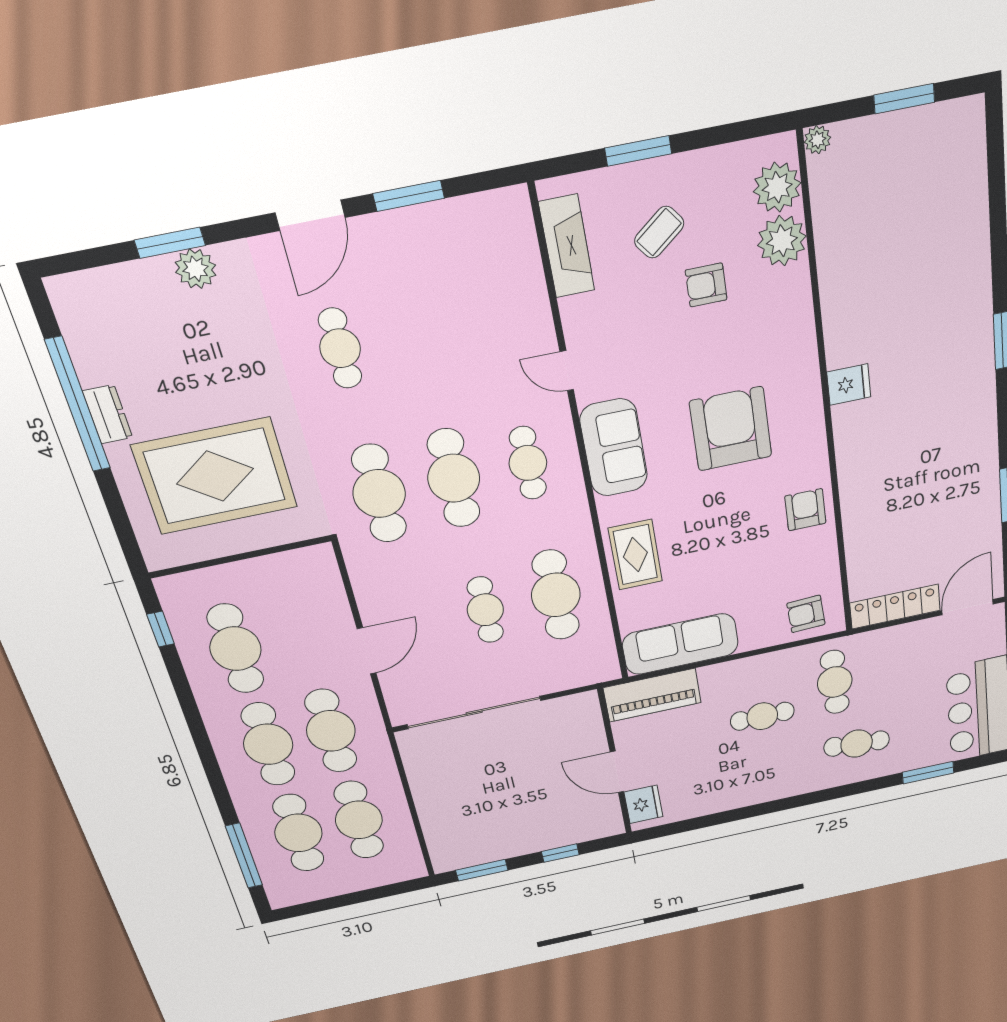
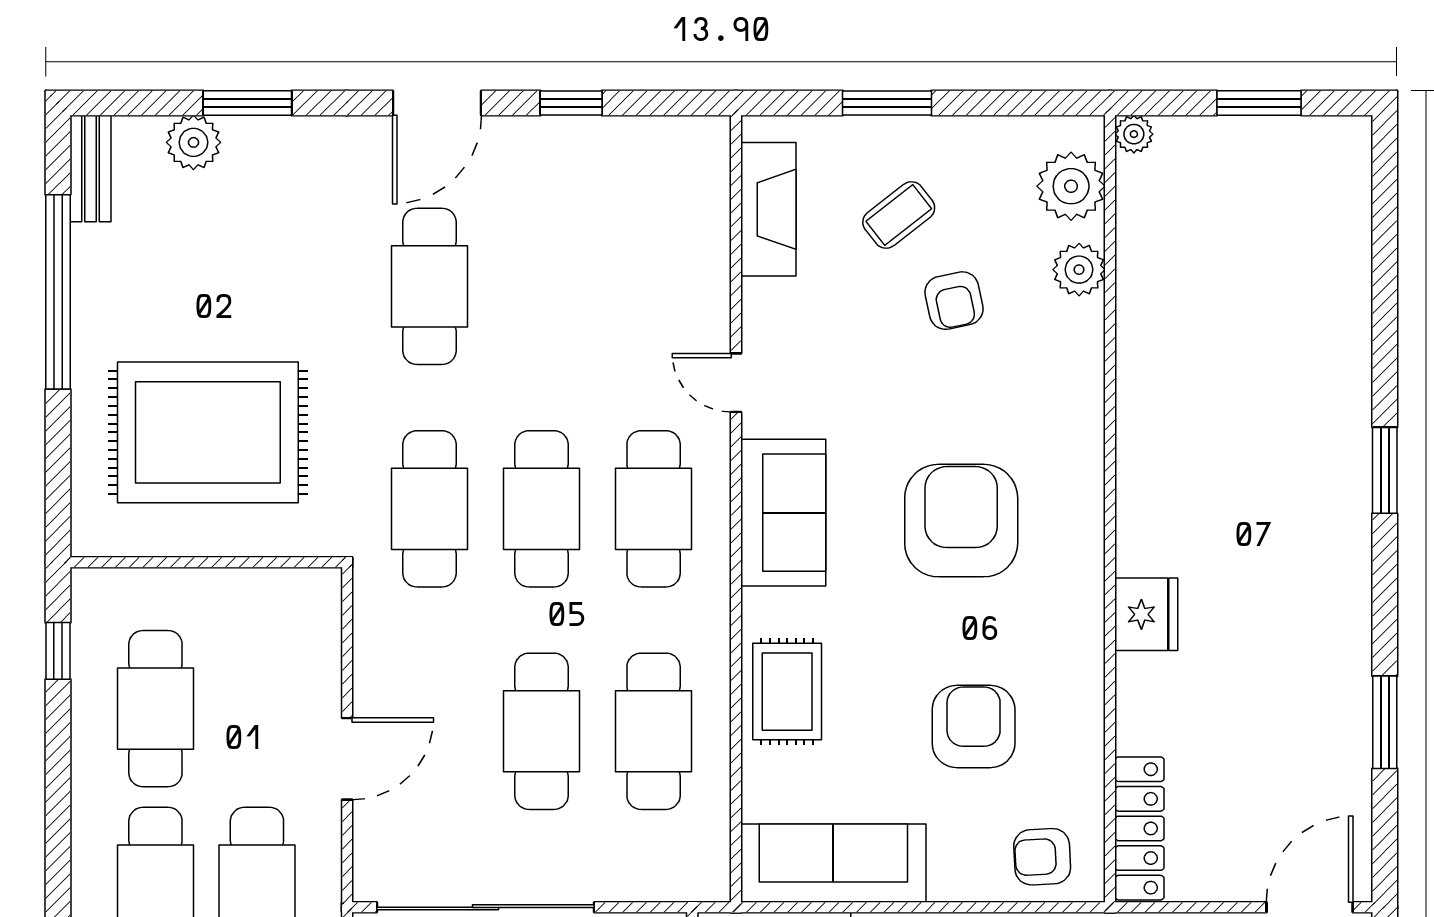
window: (409, 196) -> (571, 103), width x0.67
plant: (782, 241) -> (1079, 270), width x0.73, depth x0.73
plant: (196, 269) -> (193, 142), moved
armchair: (706, 285) -> (954, 301), turned -102
bench: (70, 314) -> (90, 168), added
cafe table: (340, 348) -> (429, 286), width x1.37, depth x1.35
fridge: (849, 384) -> (1146, 614), moved, width x1.38
dresser: (108, 414) -> (92, 313), removed
cafe table: (528, 463) -> (654, 509), width x1.37, depth x1.35
armchair: (805, 510) -> (974, 726), moved, width x1.38, depth x1.38
locker: (895, 607) -> (1139, 828), moved, turned 90
cafe table: (485, 610) -> (542, 731), width x1.37, depth x1.35

